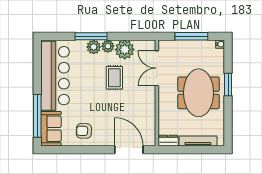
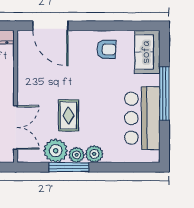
window: (91, 36) -> (69, 167), moved
bar counter: (55, 76) -> (142, 118), width x0.73
window: (37, 116) -> (164, 93), moved

